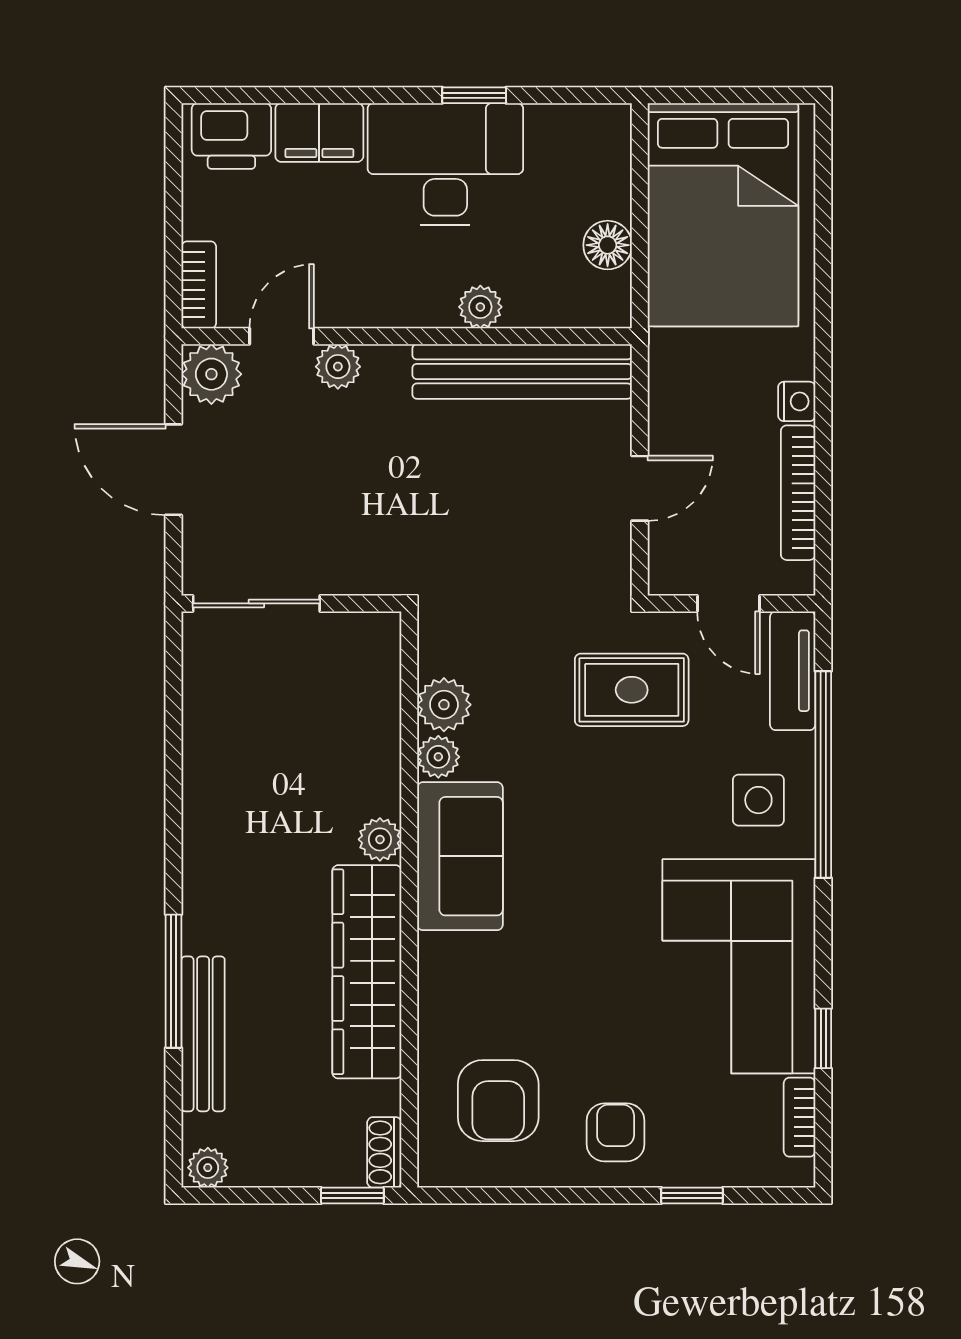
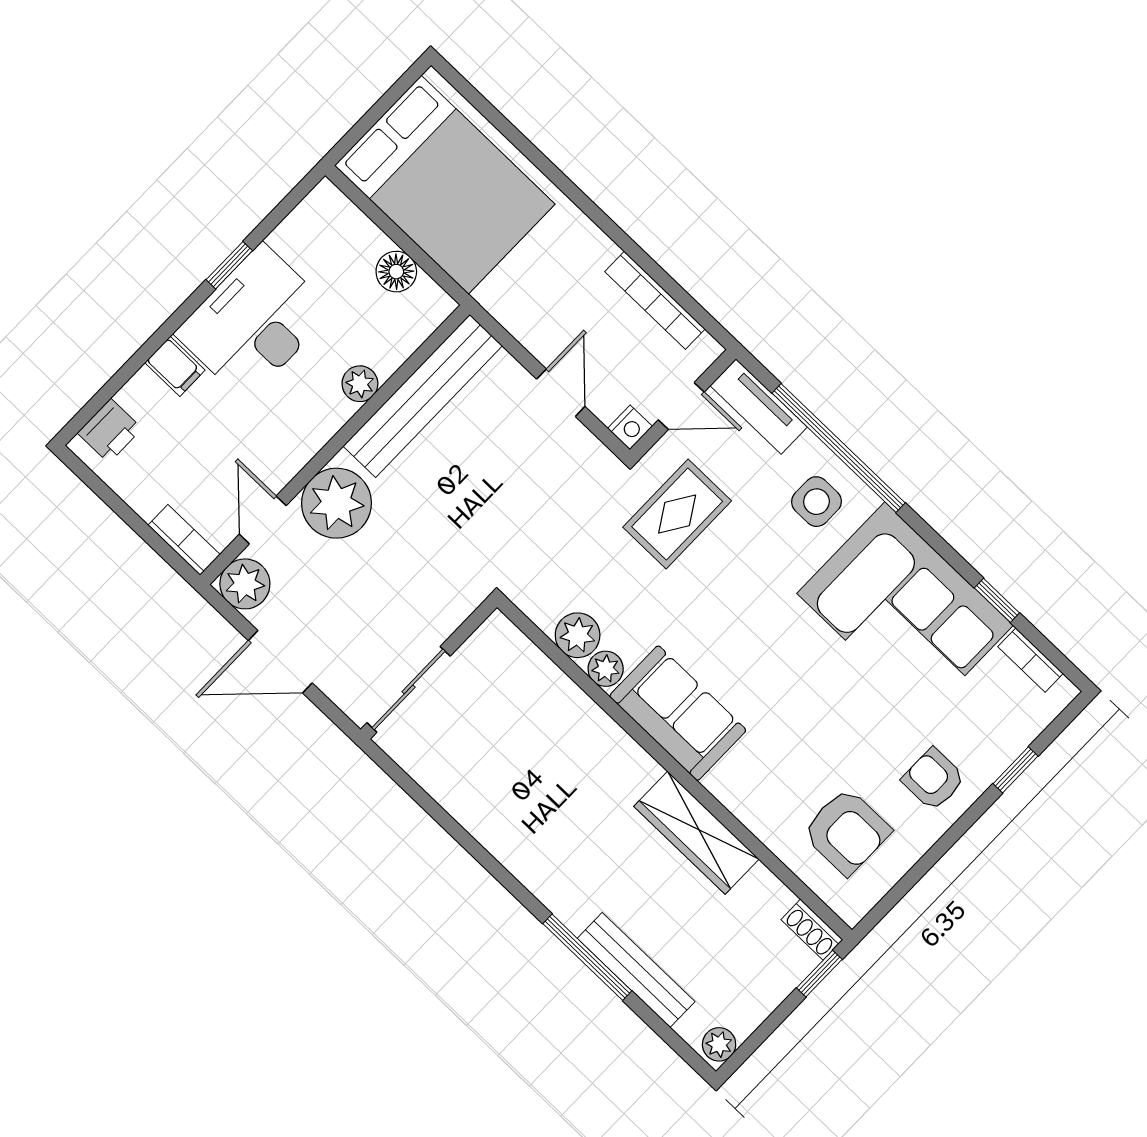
filing cabinet: (319, 133) -> (175, 366), width x0.50
printer: (231, 136) -> (110, 431), width x0.73, depth x0.81
plant: (338, 367) -> (336, 503), width x1.88, depth x1.88
nightstand: (797, 401) -> (630, 427), moved, turned 90
plant: (380, 839) -> (622, 752), removed
wardrobe: (367, 972) -> (696, 833), width x0.71, depth x0.85

